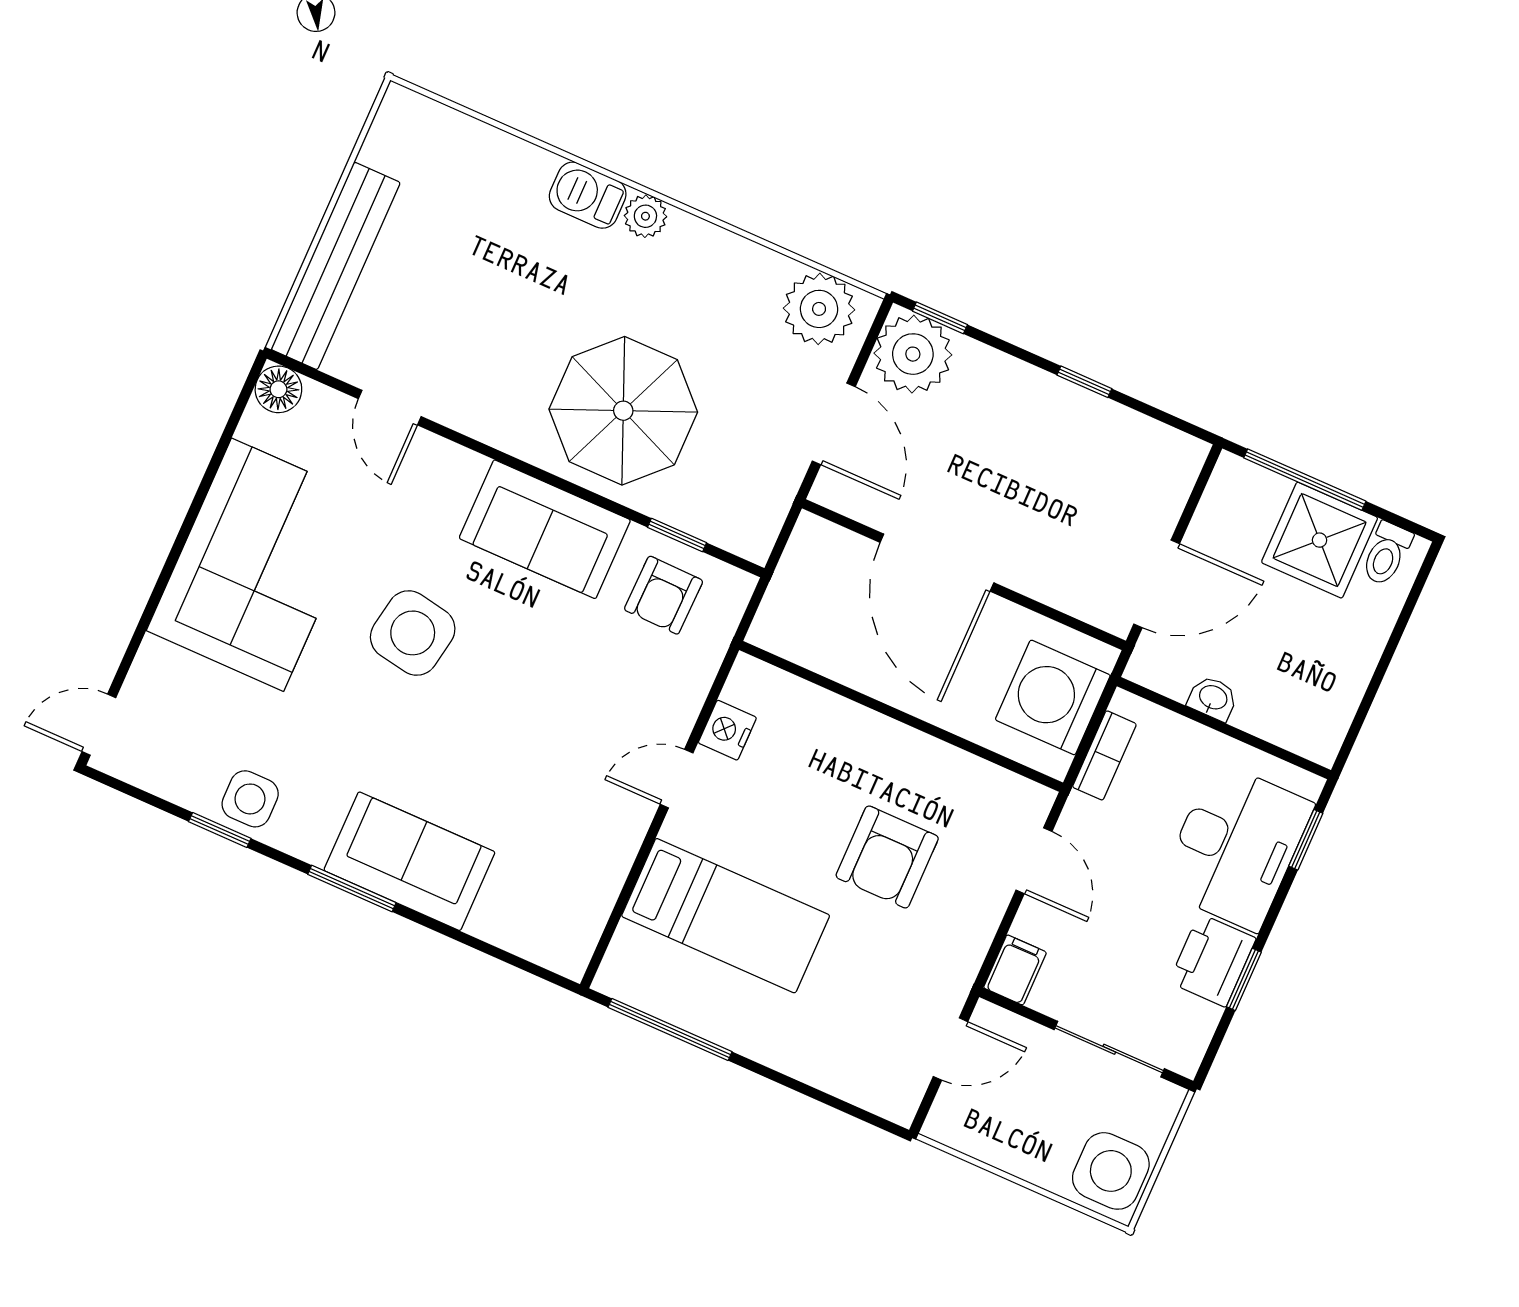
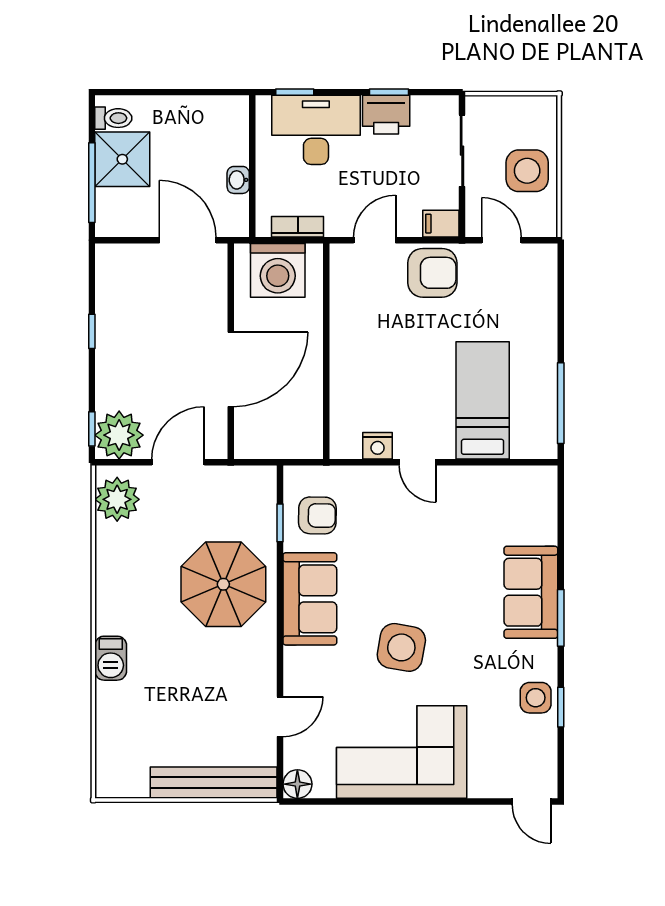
plant: (645, 216) -> (108, 620), removed
armchair: (887, 857) -> (432, 273), moved
side table: (1111, 1171) -> (527, 171), moved

